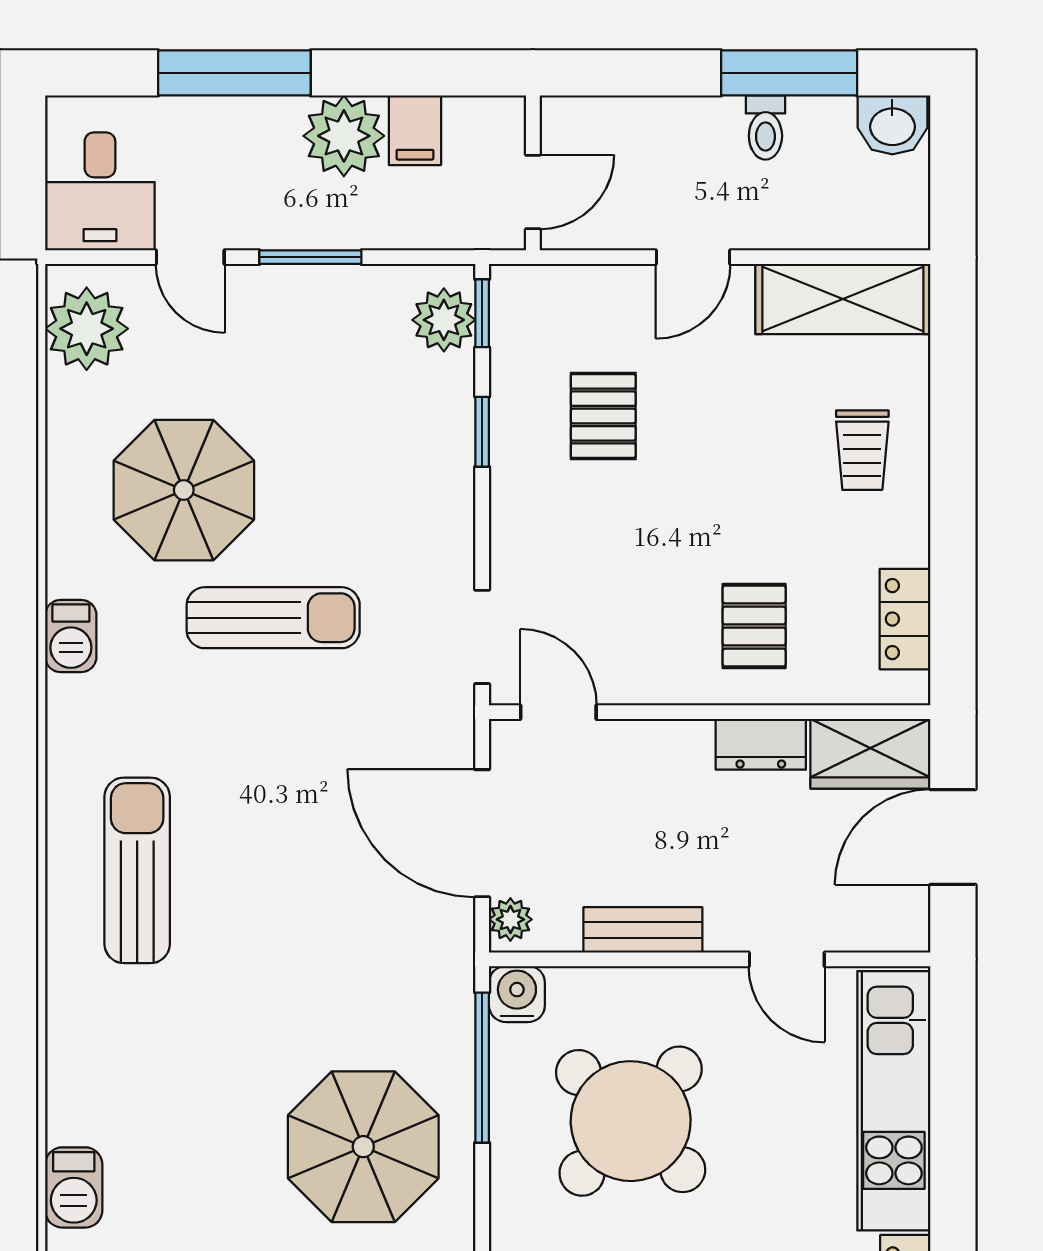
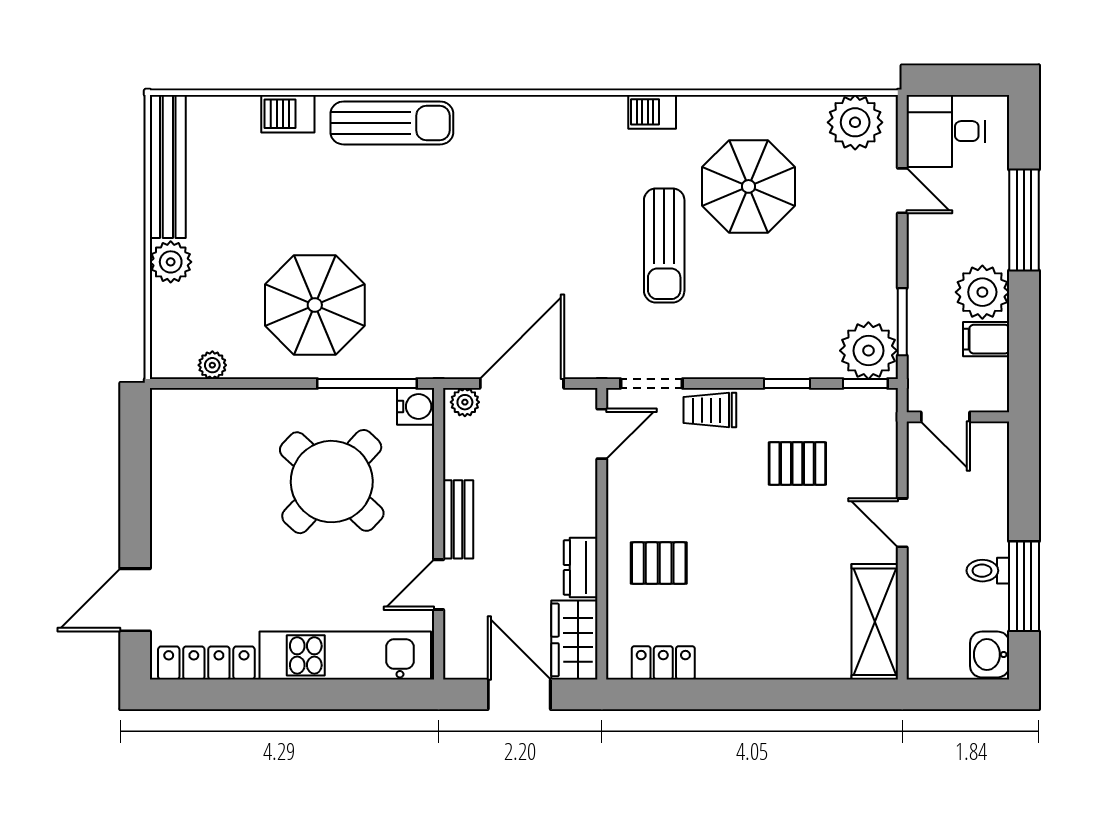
door: (190, 257) -> (902, 191), swing flipped
window: (310, 257) -> (902, 322), moved
plant: (444, 320) -> (868, 351), width x1.36, depth x1.36
trolley: (862, 450) -> (710, 410), moved
sun lounger: (137, 870) -> (392, 123), moved
bench: (643, 930) -> (458, 519), moved

